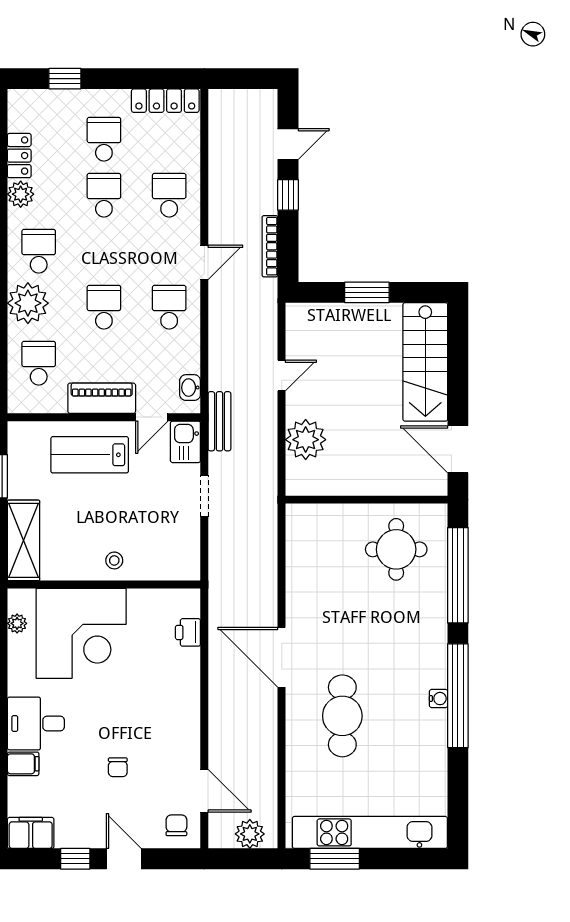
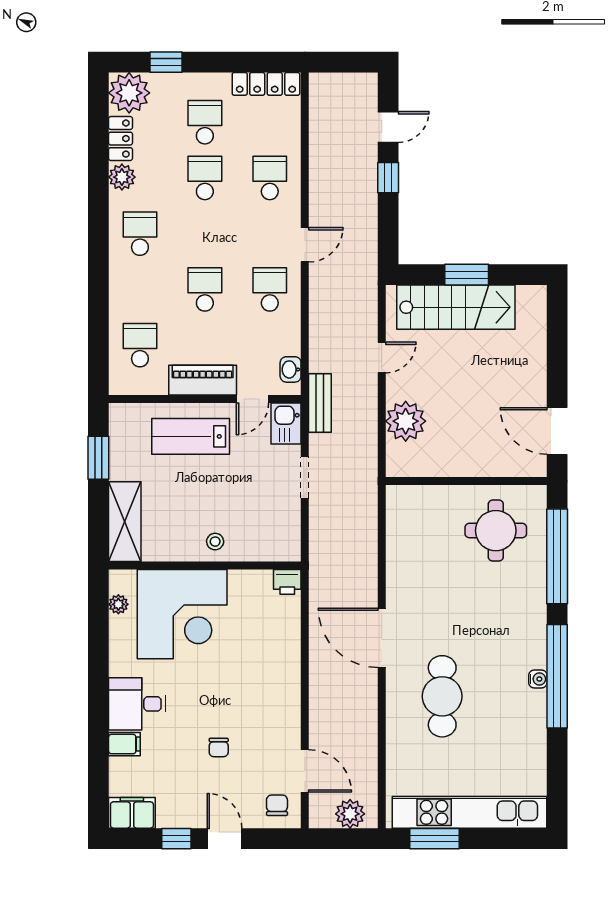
bookcase: (270, 246) -> (370, 229), removed
plant: (28, 303) -> (129, 93), moved
stairs: (425, 362) -> (456, 307), moved, turned -90
printer: (188, 632) -> (287, 582), moved, turned -90

